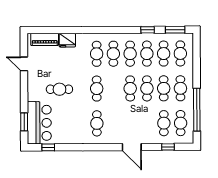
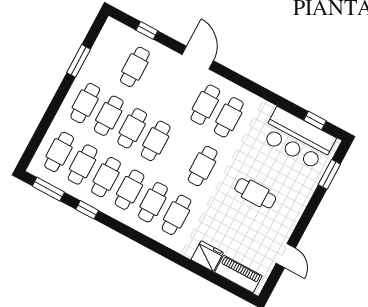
window: (197, 110) -> (79, 61), width x0.47
bar counter: (39, 123) -> (298, 139), moved, turned -90
cafe table: (181, 123) -> (205, 105), moved

